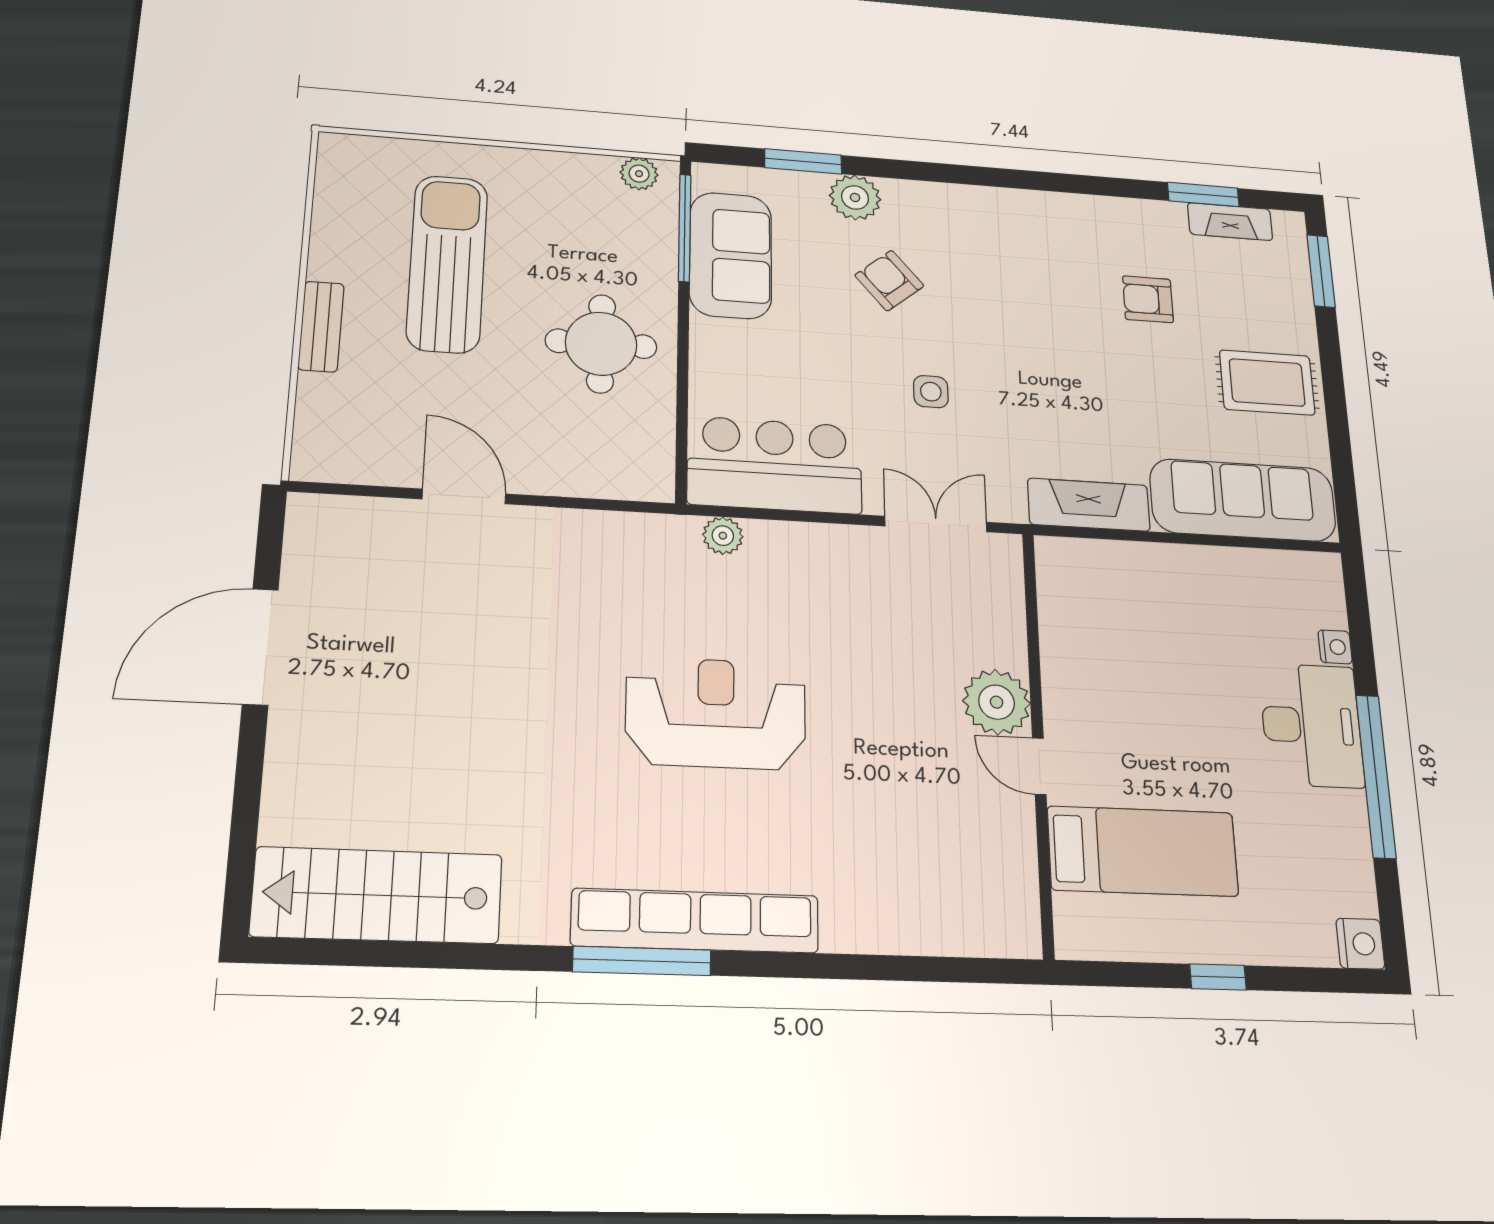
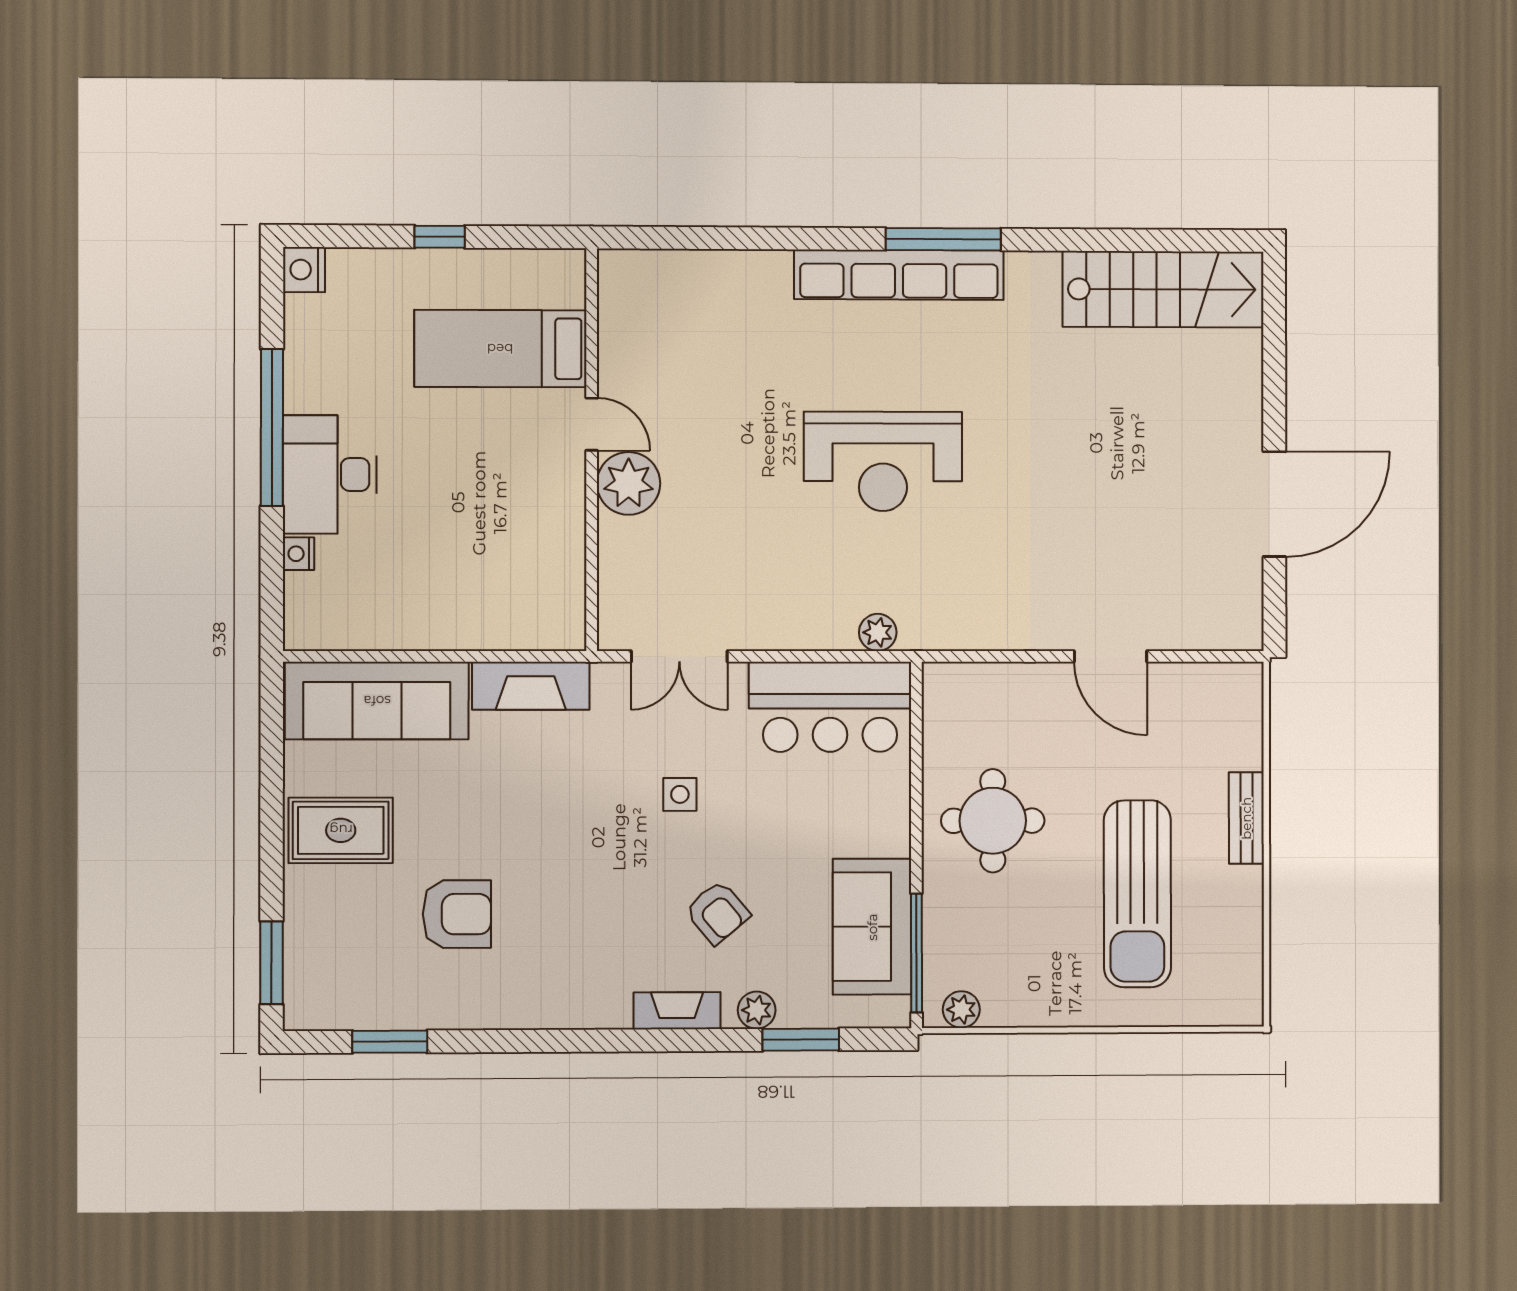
plant: (855, 197) -> (757, 1010), width x0.73, depth x0.73
fireplace: (1230, 222) -> (677, 1011), moved
armchair: (1148, 299) -> (457, 914), width x1.38, depth x1.38

